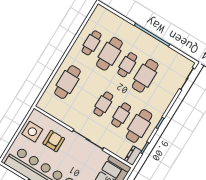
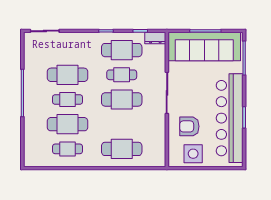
cafe table: (103, 104) -> (122, 99), width x1.37, depth x1.35

